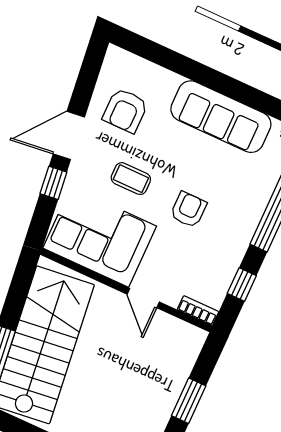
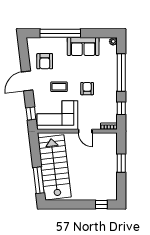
window: (185, 67) -> (60, 33), added
sofa: (221, 117) -> (83, 46), width x0.73
window: (53, 183) -> (31, 114), moved

